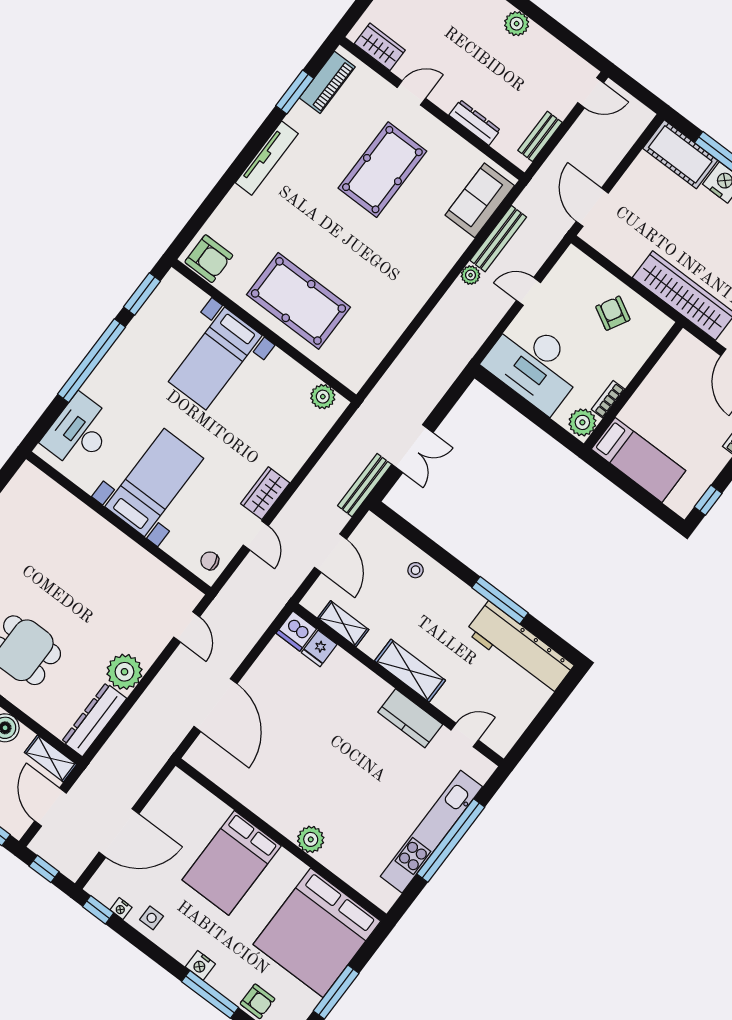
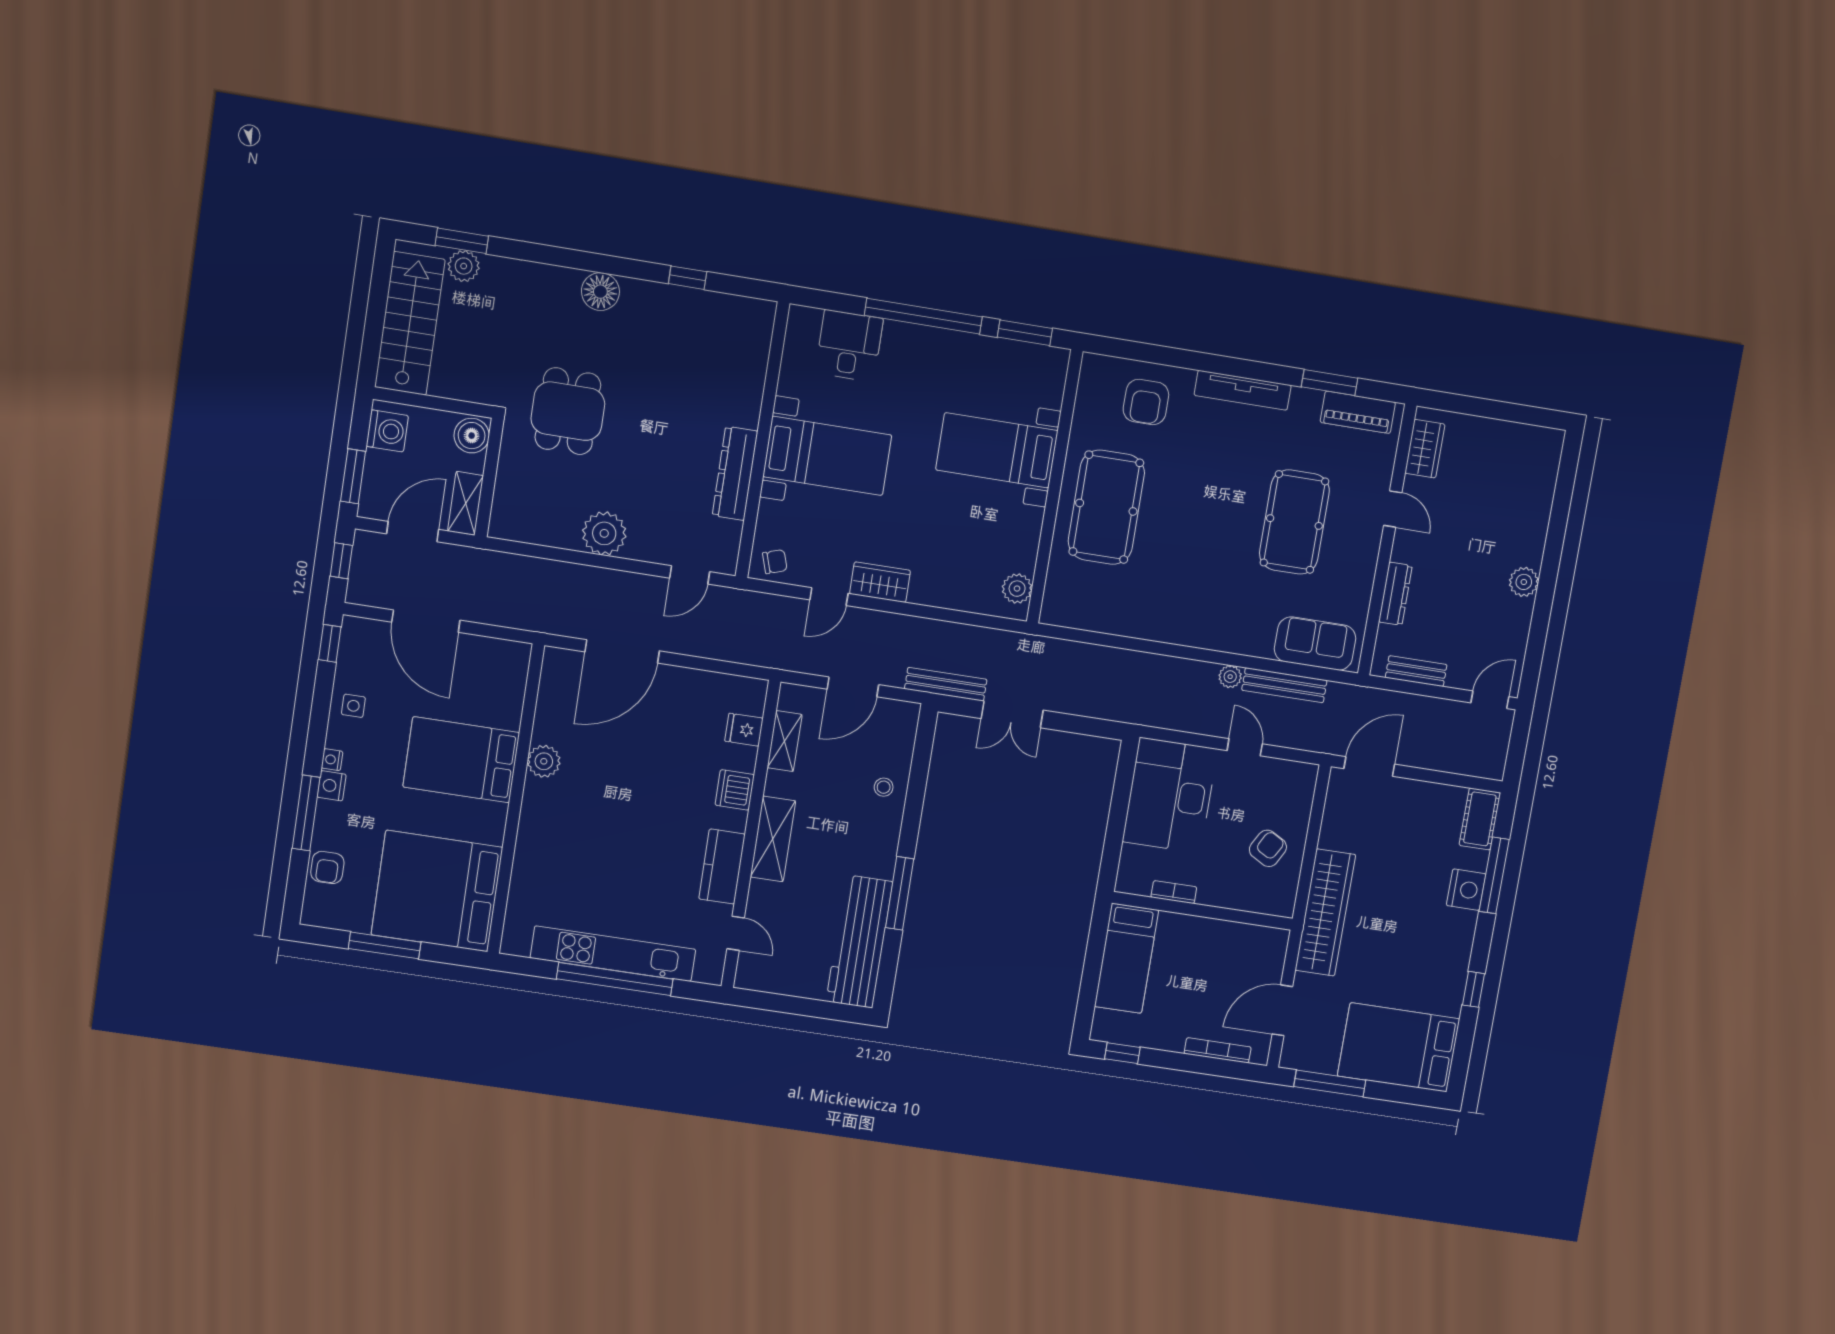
door: (591, 93) -> (1490, 700), swing flipped
cot: (680, 154) -> (1480, 819), width x0.73, depth x0.75
pool table: (382, 170) -> (1294, 522), turned 90
armchair: (209, 259) -> (1146, 402), moved
plant: (582, 422) -> (1135, 879), removed
desk: (79, 432) -> (849, 346), width x0.73
chair: (210, 561) -> (775, 562), turned 82
dishwasher: (296, 631) -> (735, 790), moved
dresser: (94, 720) -> (735, 473), moved, turned -90
plant: (311, 839) -> (544, 761), moved
nightstand: (121, 909) -> (332, 760), moved

